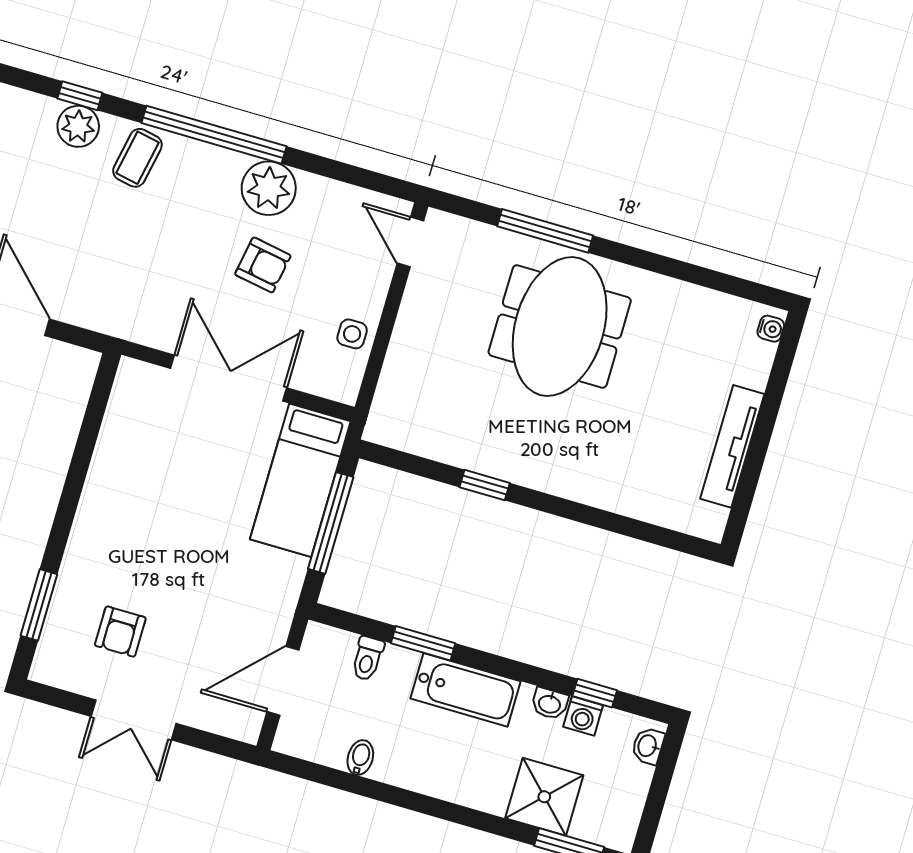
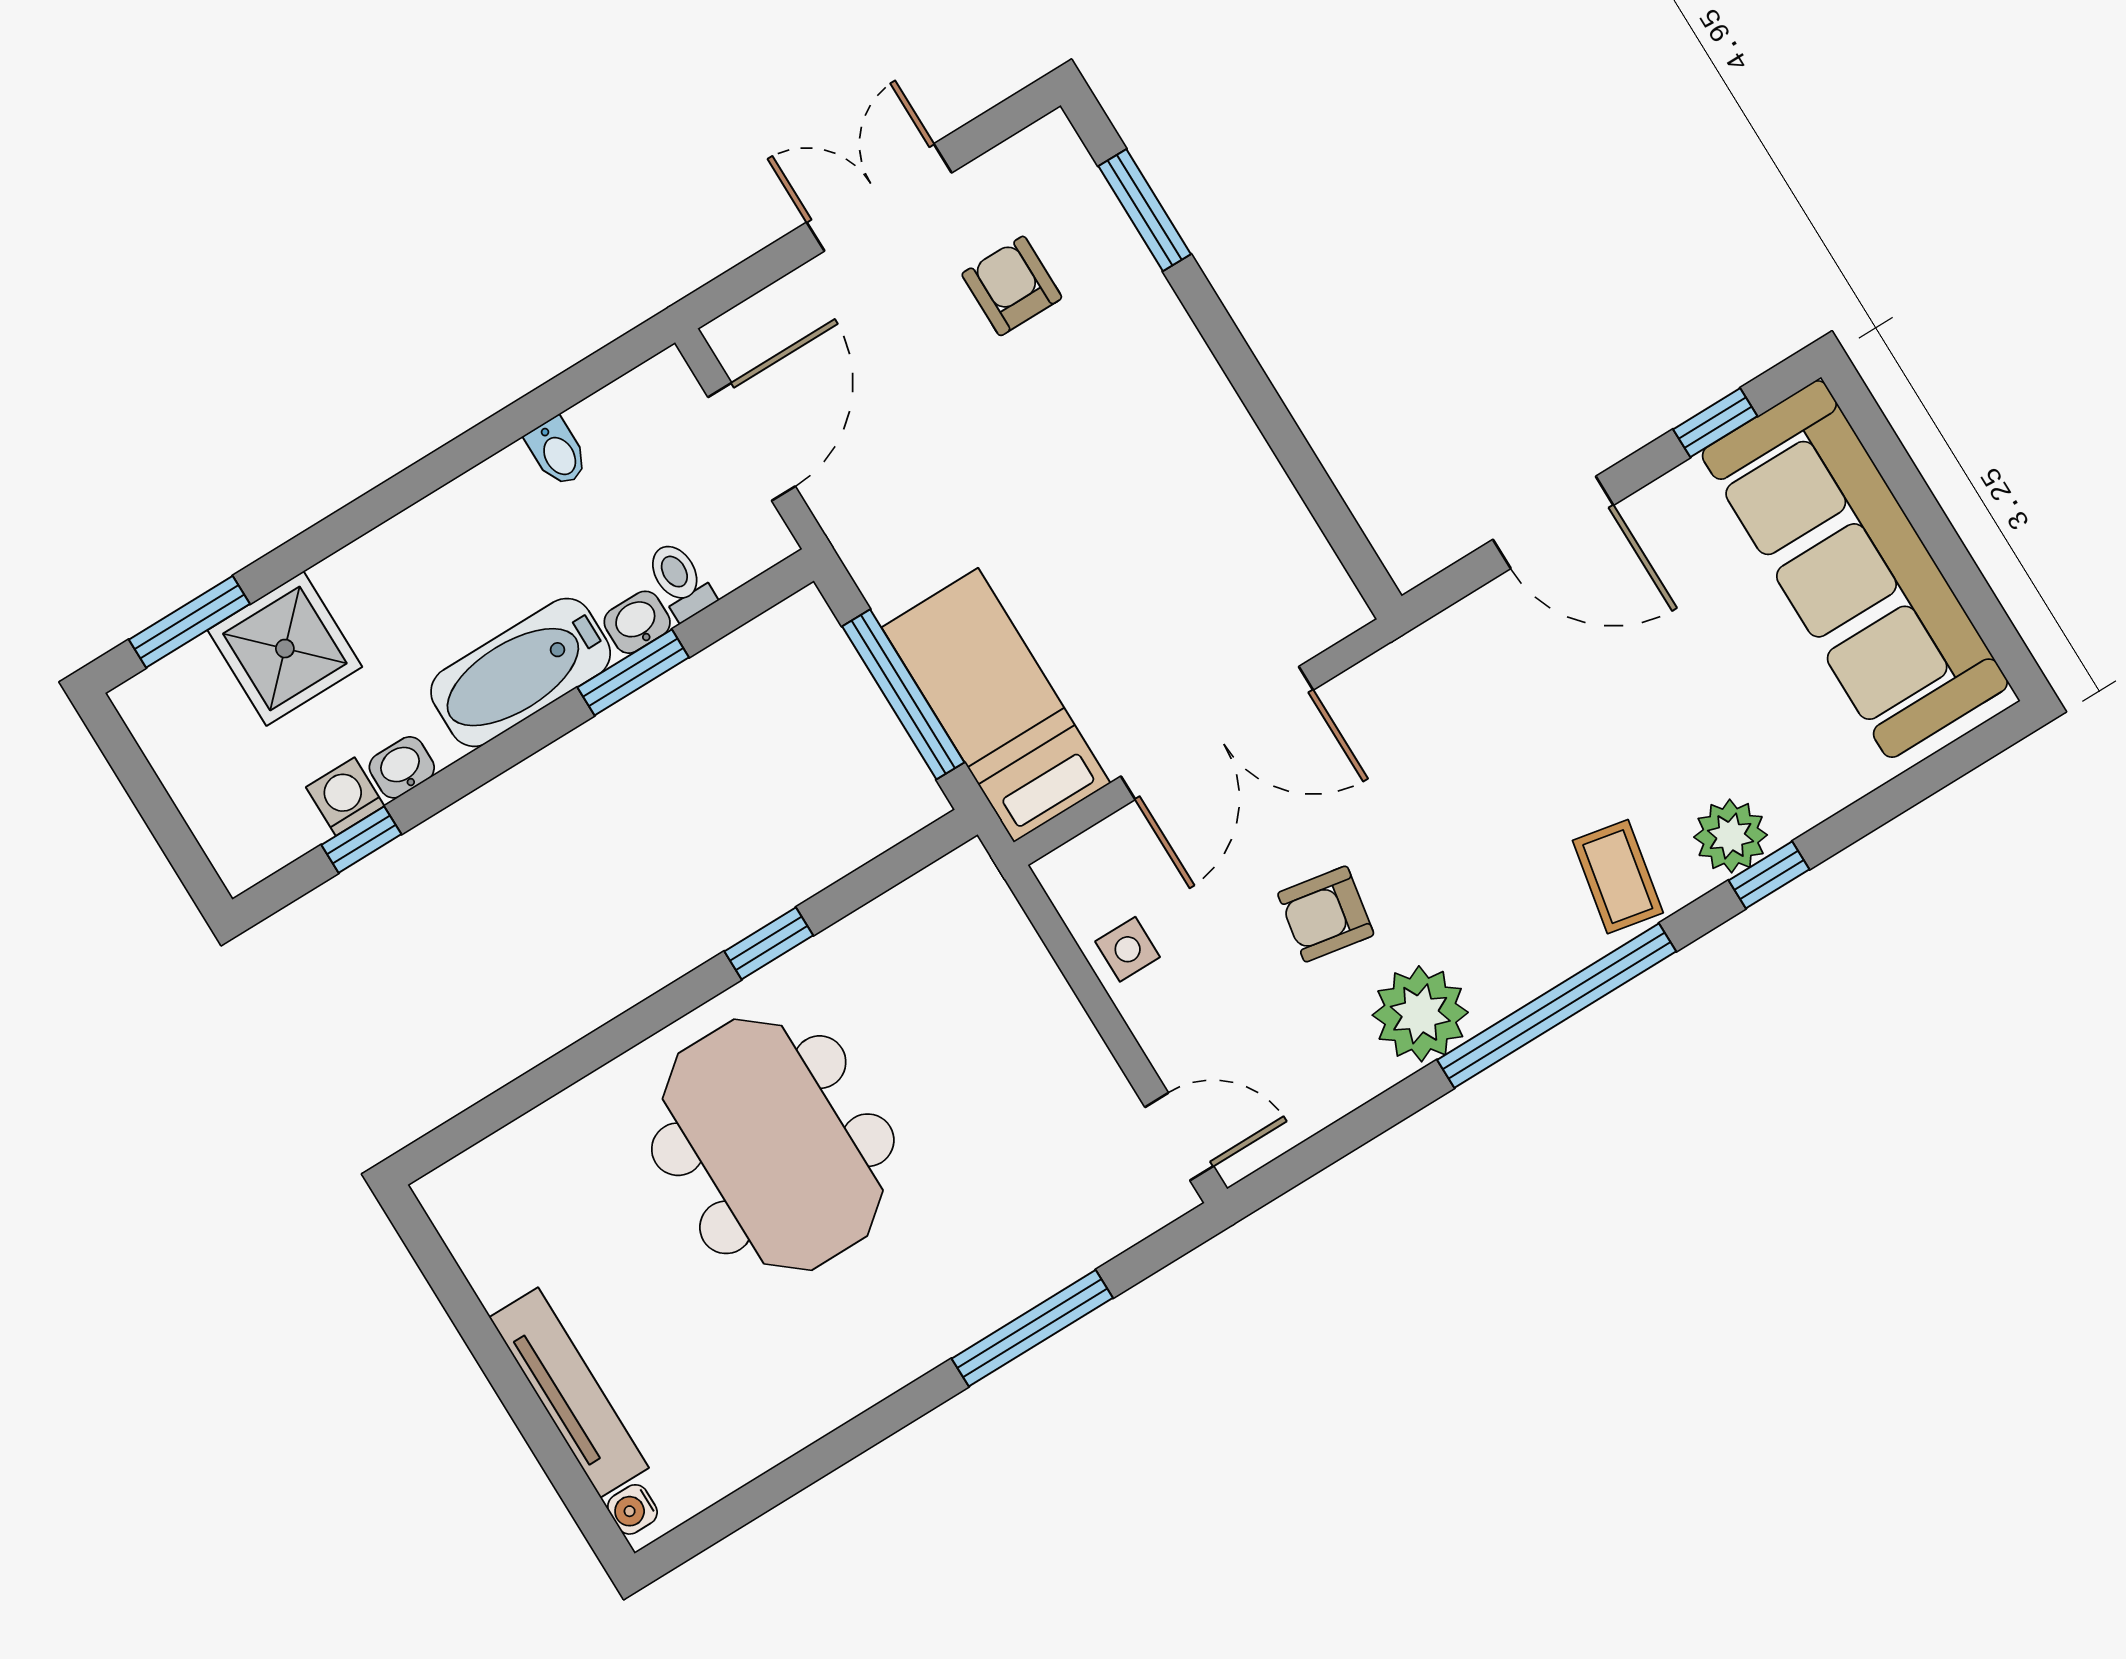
meeting table: (560, 327) -> (773, 1145), moved
tv unit: (732, 446) -> (569, 1392), moved
washbasin: (648, 746) -> (637, 622), moved, turned -90

